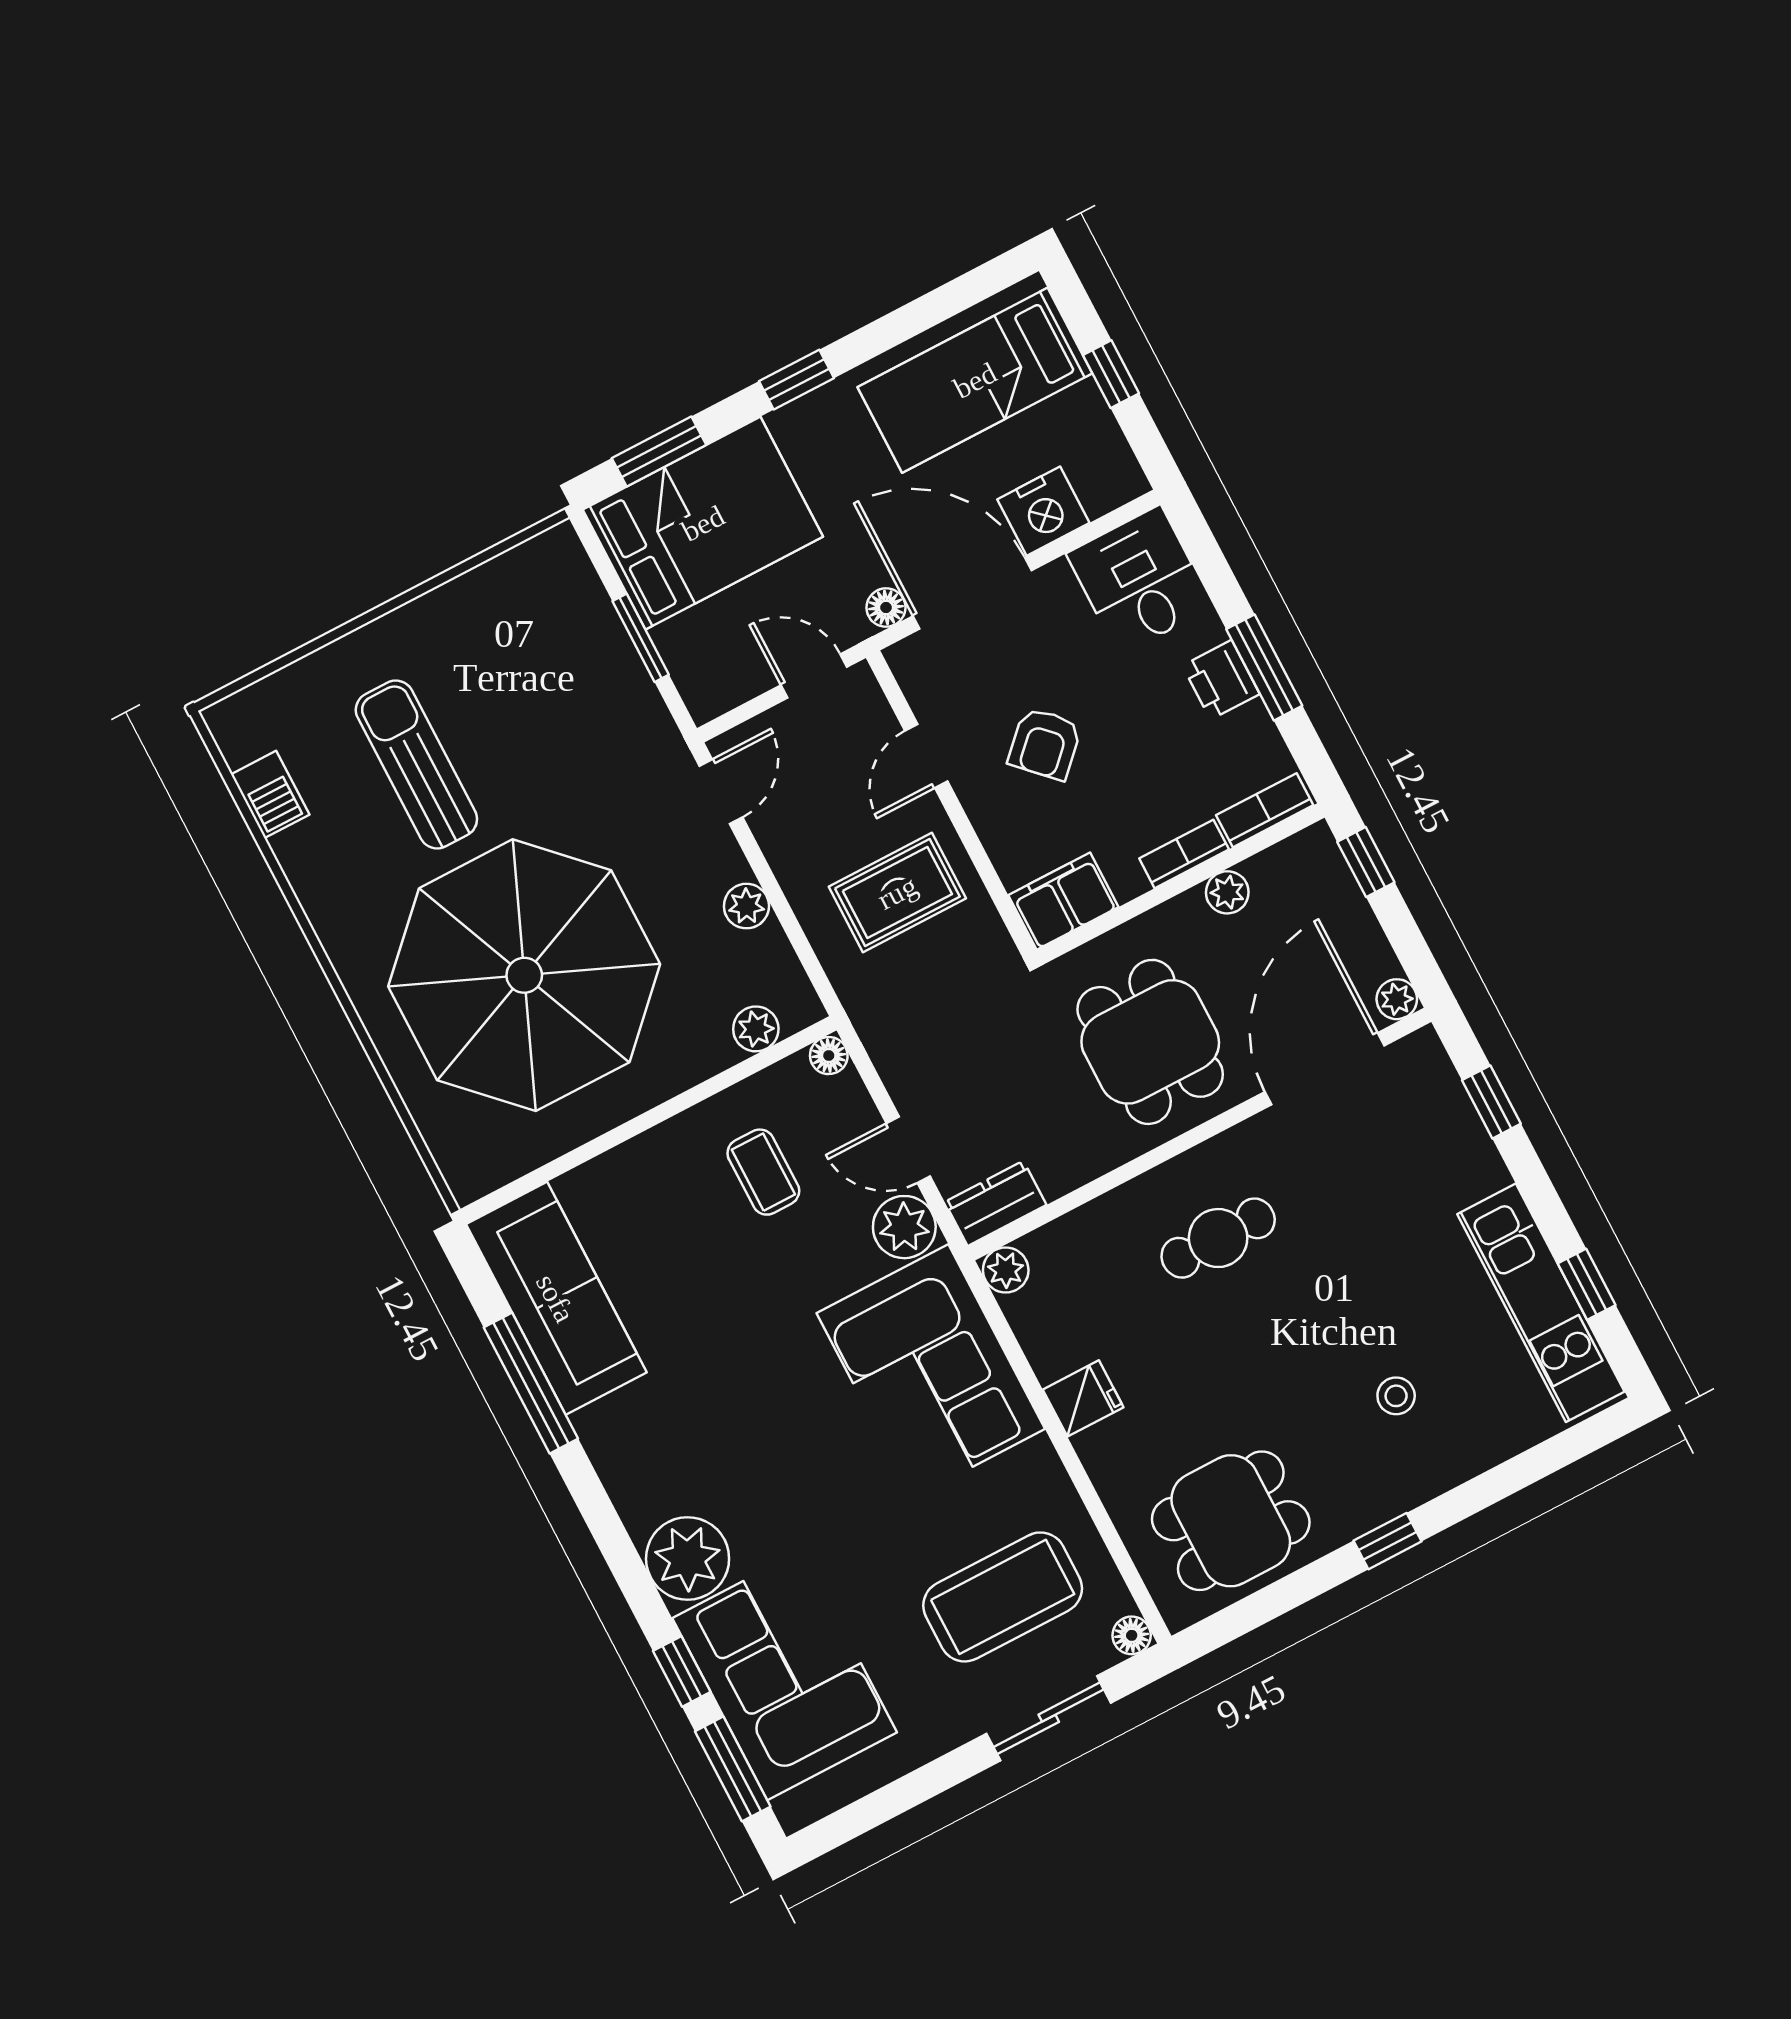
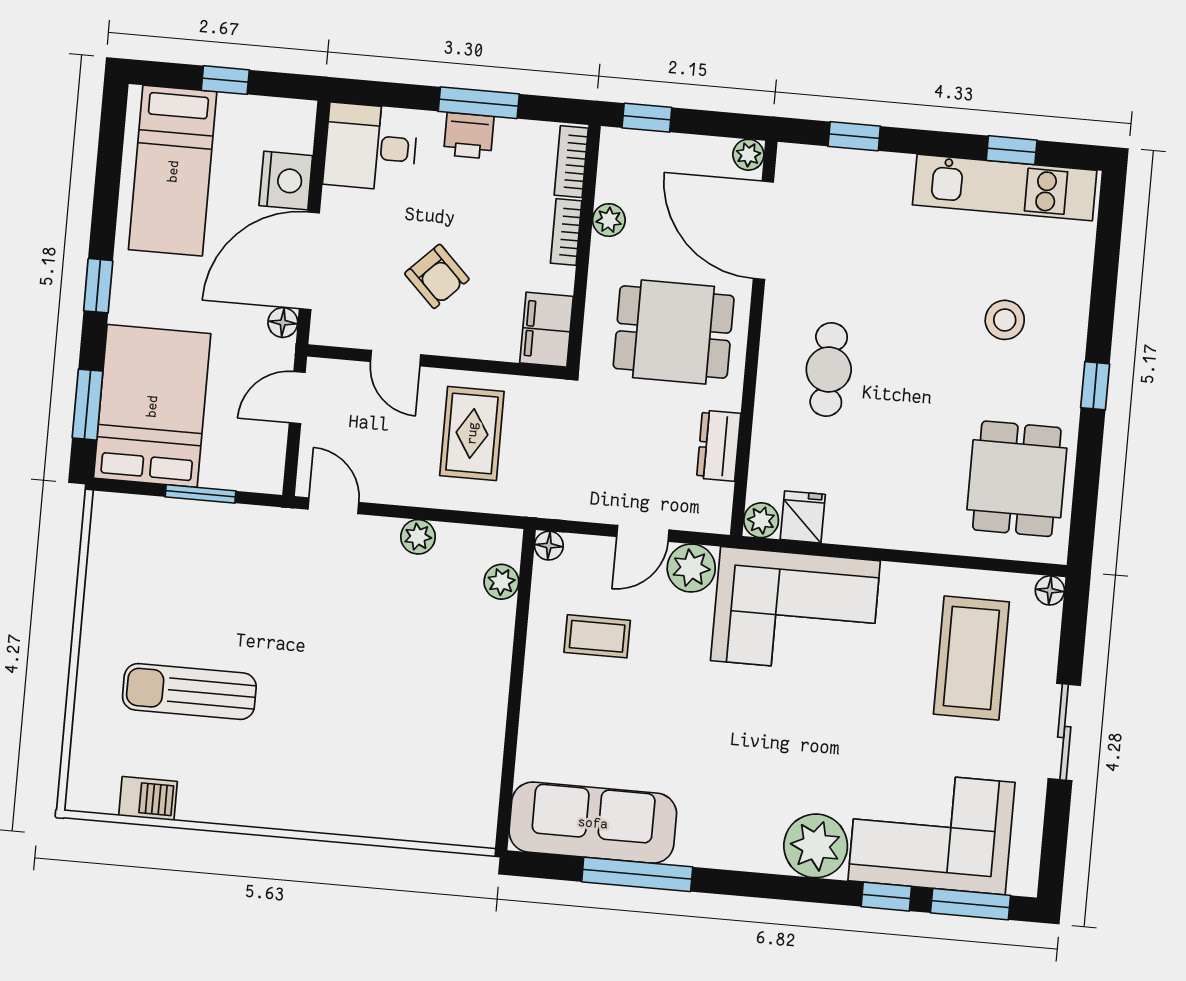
parasol: (524, 975) -> (370, 709), removed
dresser: (996, 1203) -> (719, 446), moved
stool: (1396, 1396) -> (1005, 320), width x1.37, depth x1.37
fridge: (1083, 1398) -> (803, 517), moved
sliding door: (1049, 1718) -> (1064, 732), moved

